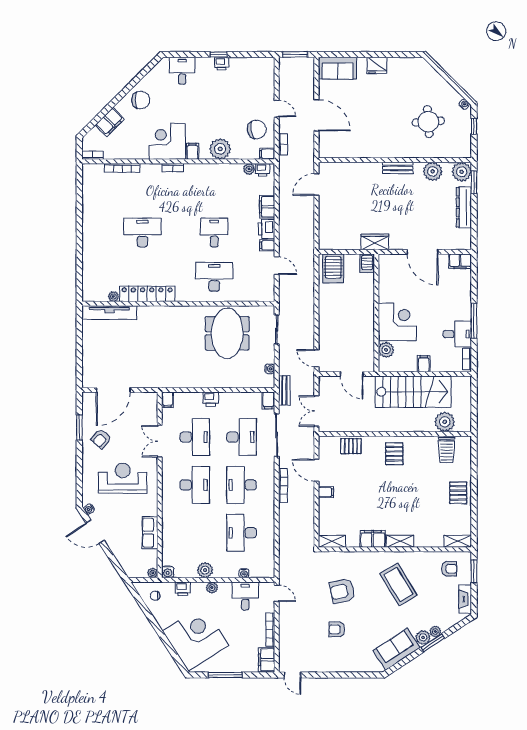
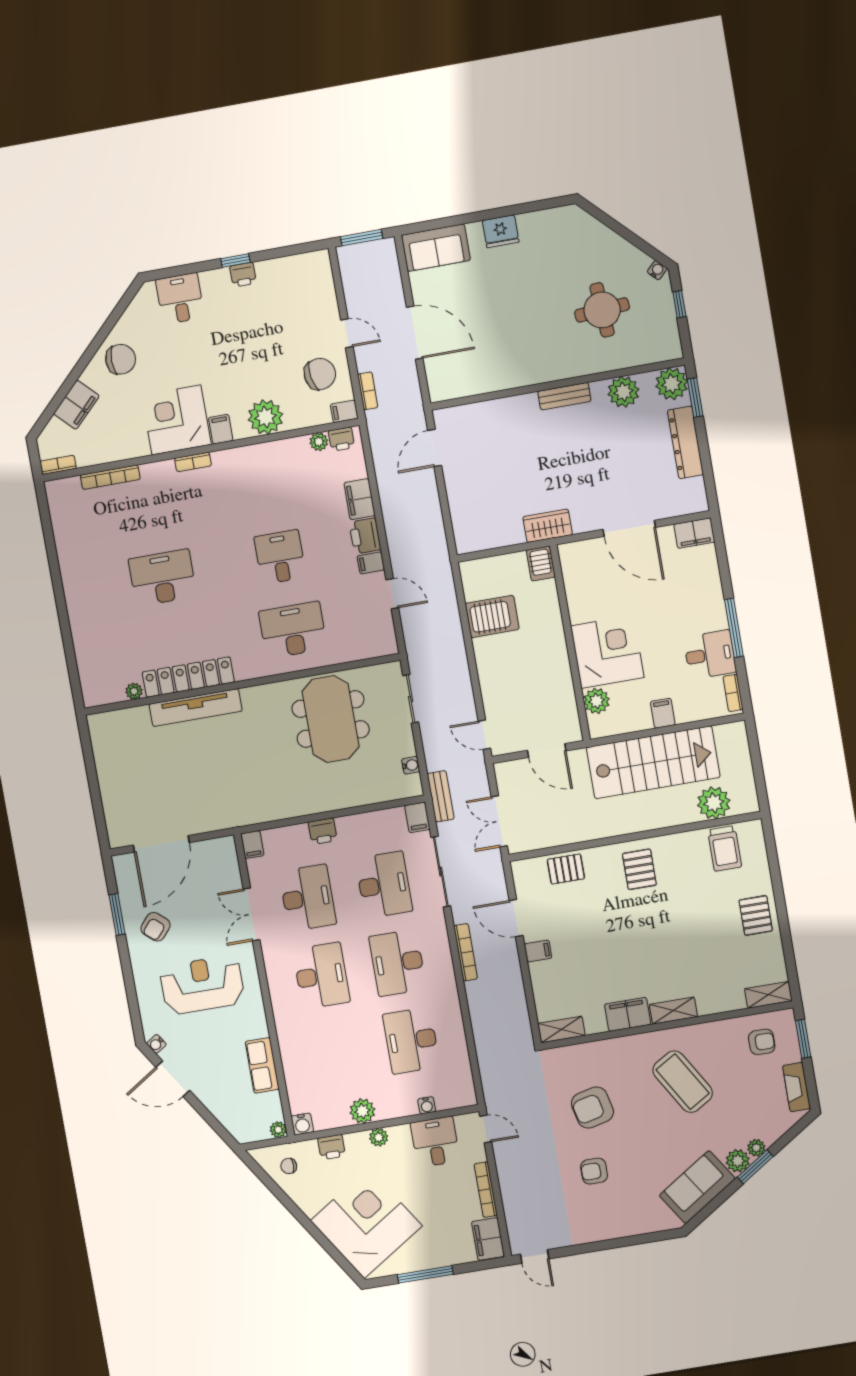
server rack: (333, 268) -> (492, 616), moved, turned -90
tv unit: (109, 313) -> (196, 708), moved

